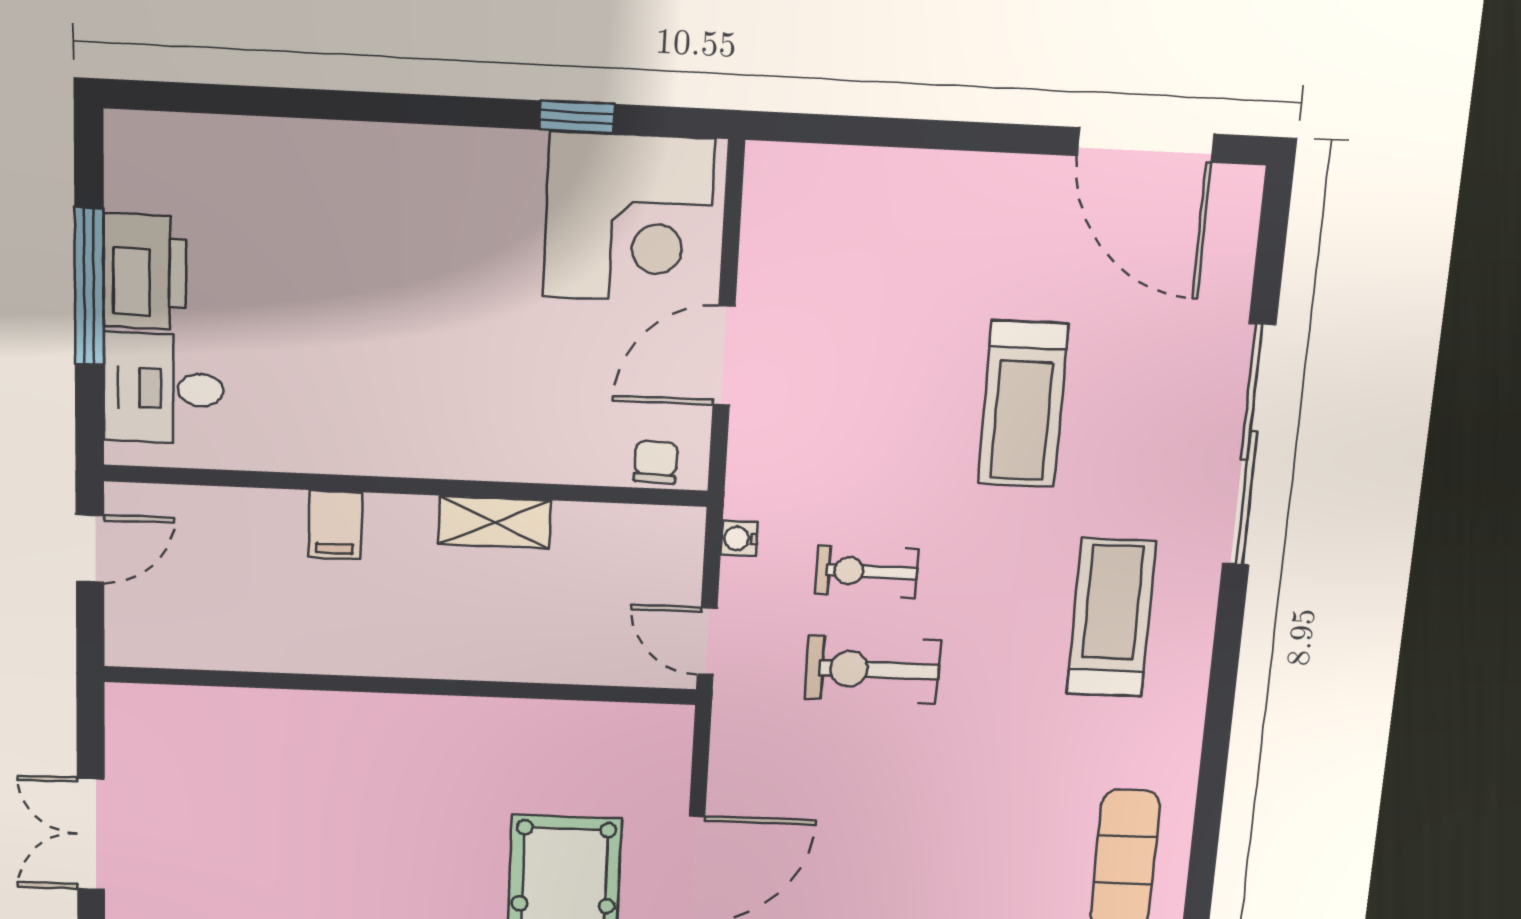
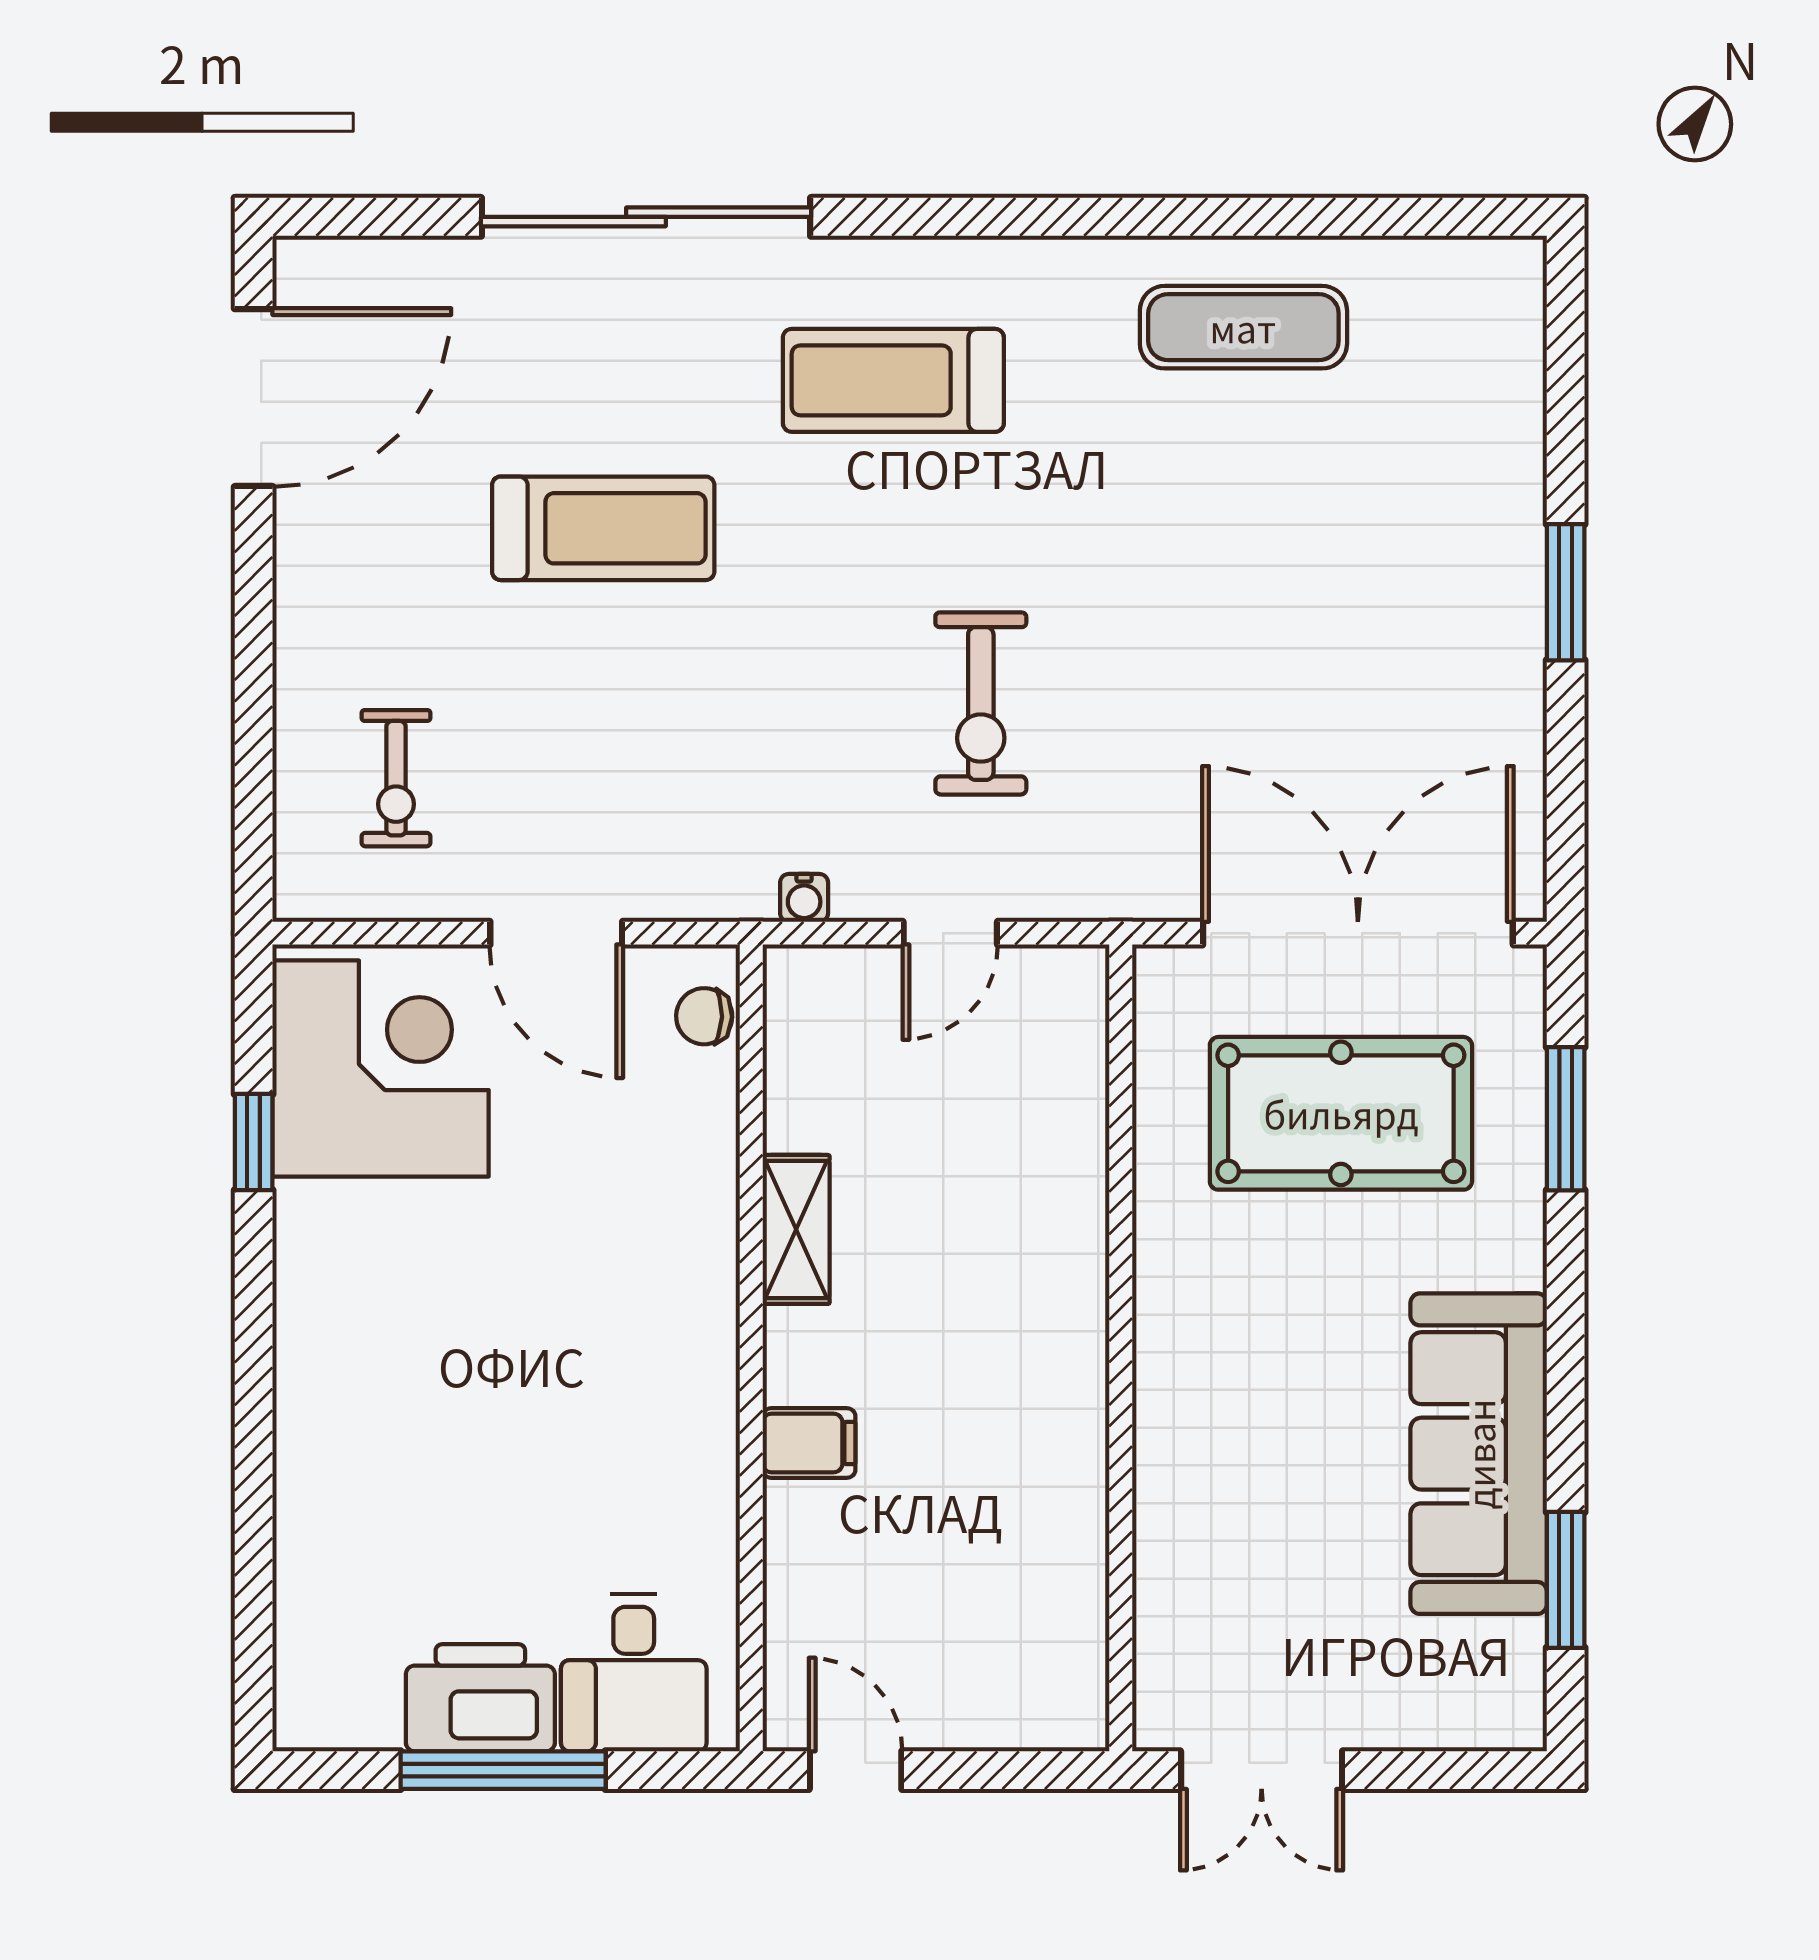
exercise bike: (867, 571) -> (396, 778), moved
wall: (402, 686) -> (1121, 1348), moved

